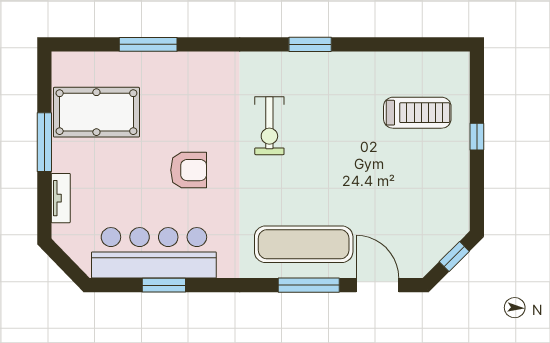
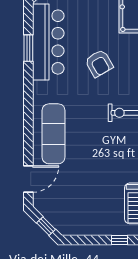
armchair: (189, 170) -> (99, 63), turned -30
window: (309, 285) -> (28, 137), removed

